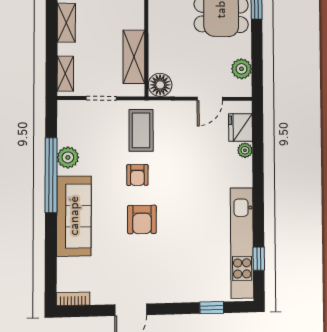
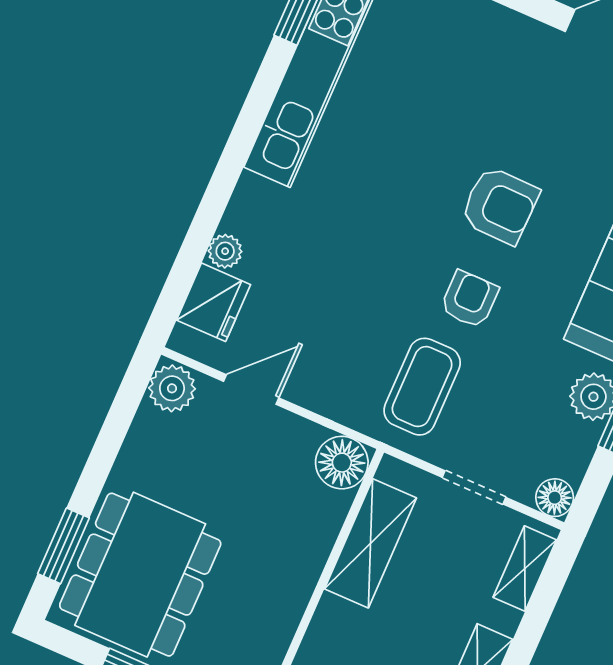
plant: (241, 69) -> (172, 388), moved
floor lamp: (66, 108) -> (555, 498), added
armchair: (142, 219) -> (500, 205), turned 91

